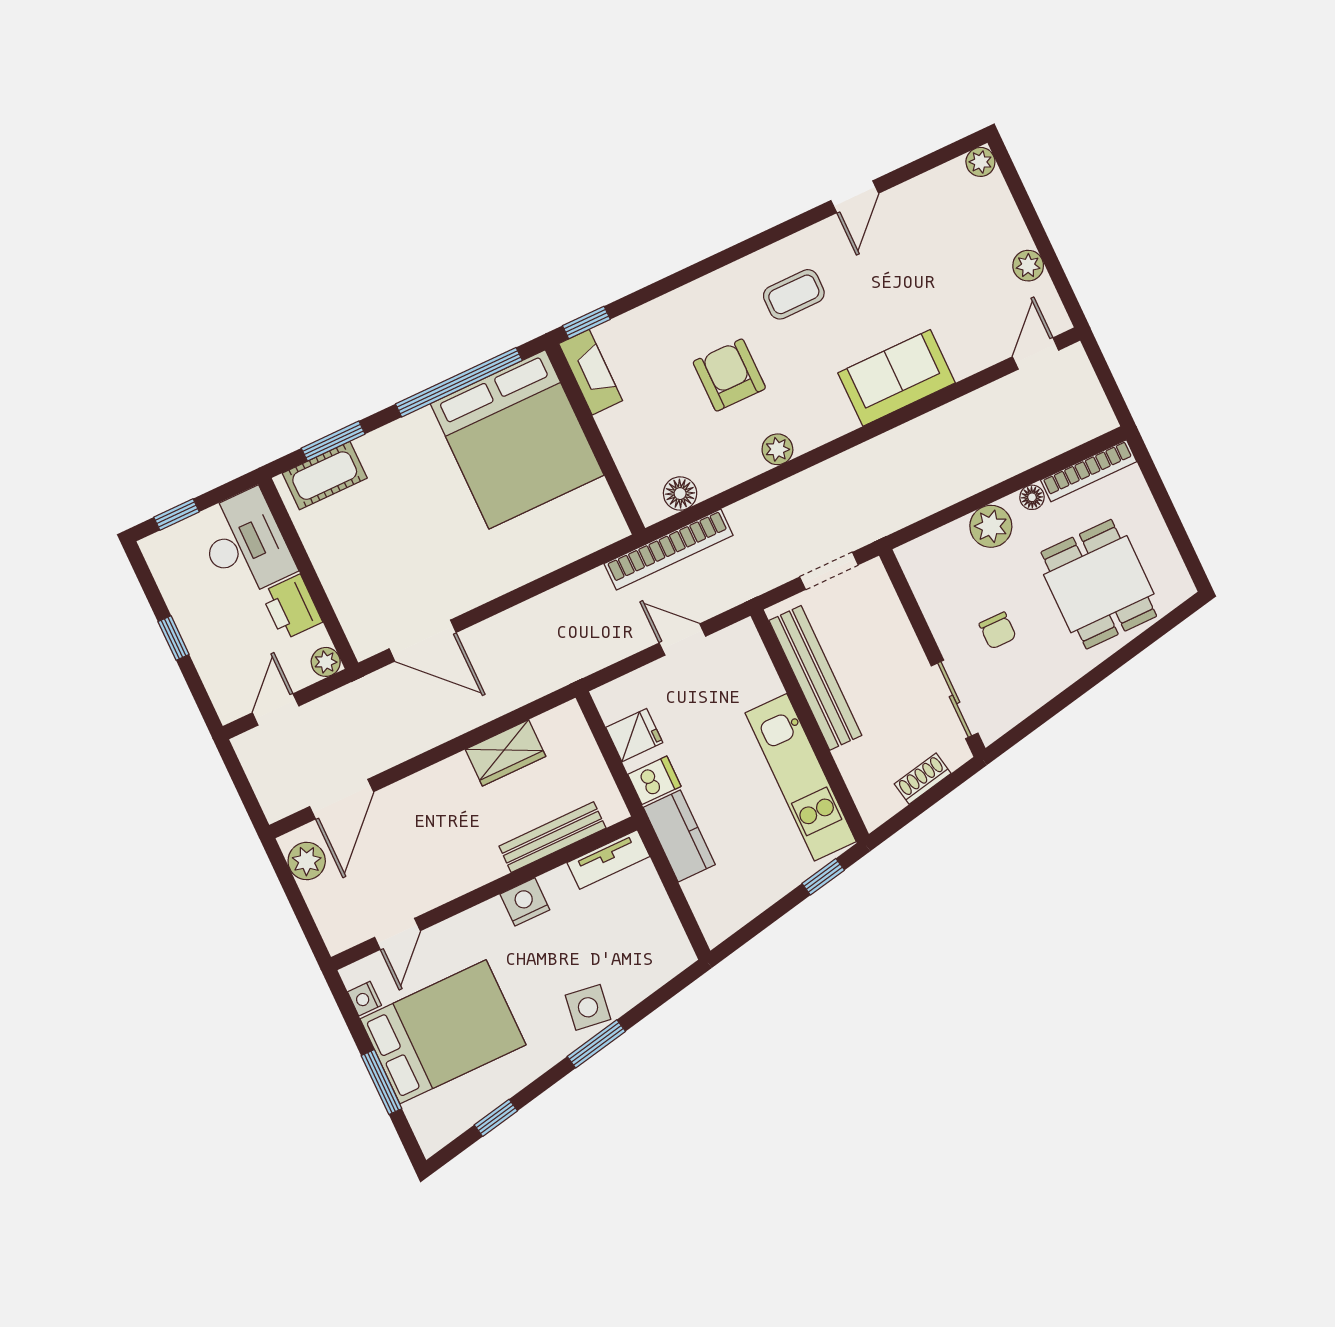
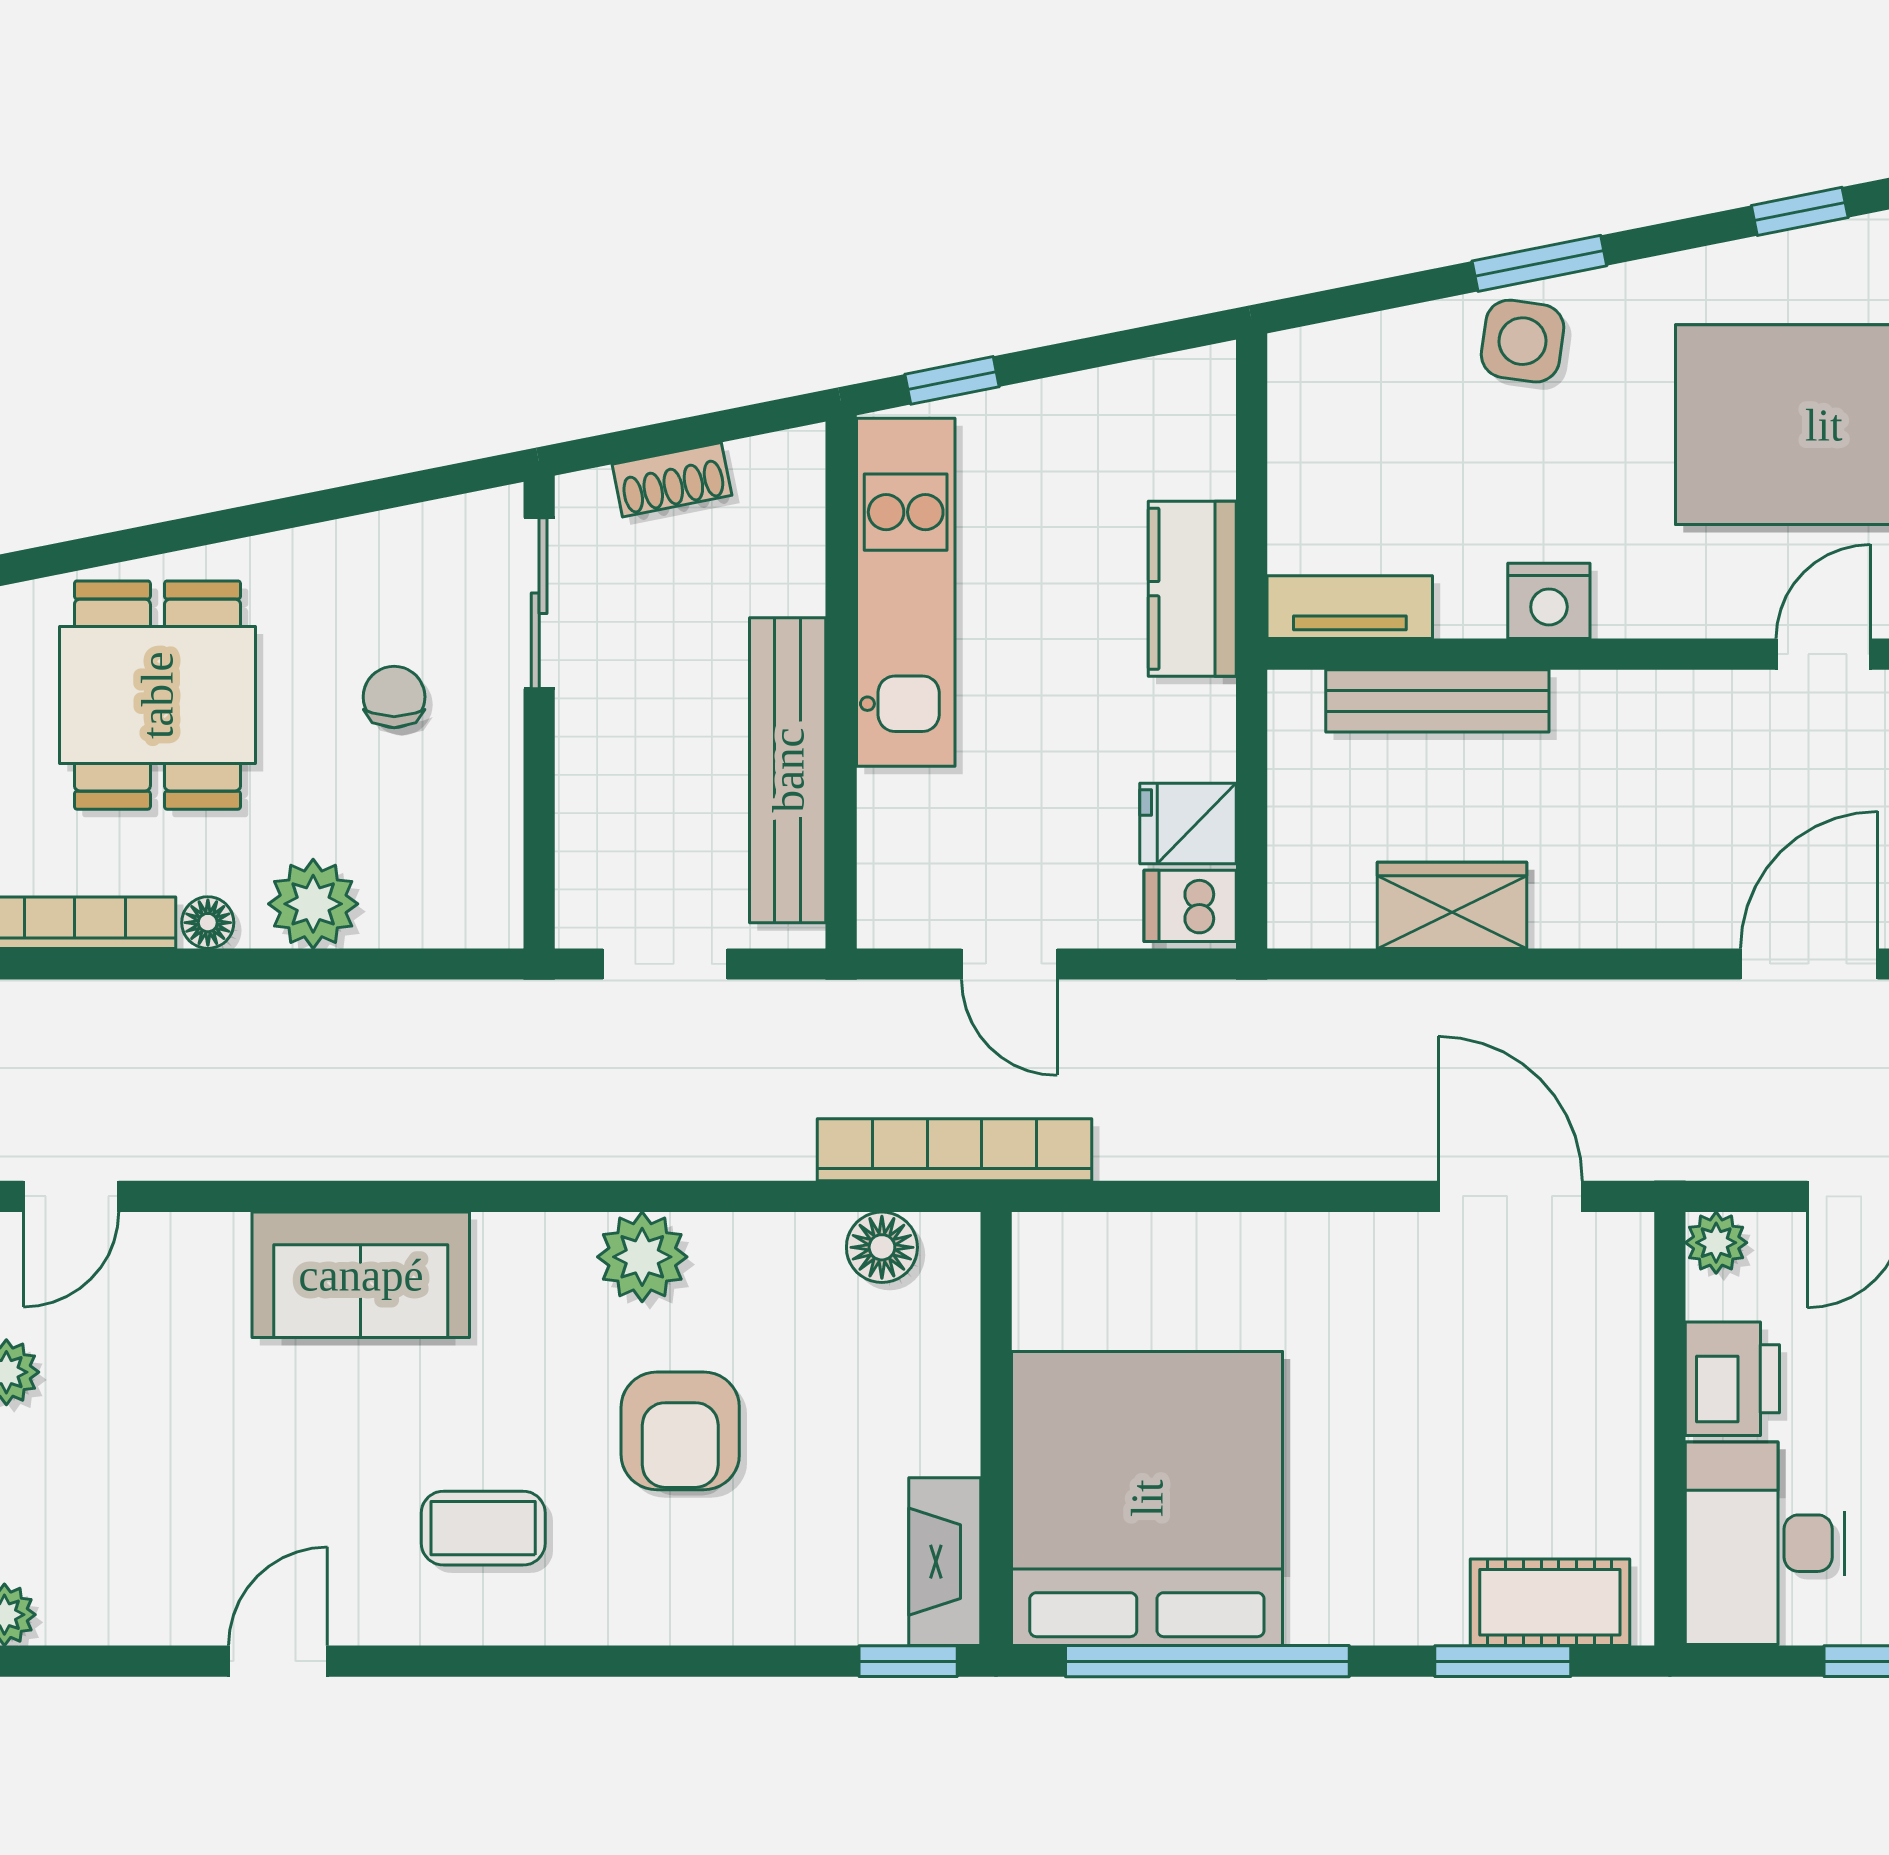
plant: (777, 449) -> (642, 1257), width x1.38, depth x1.38
dishwasher: (654, 780) -> (1190, 906), moved

